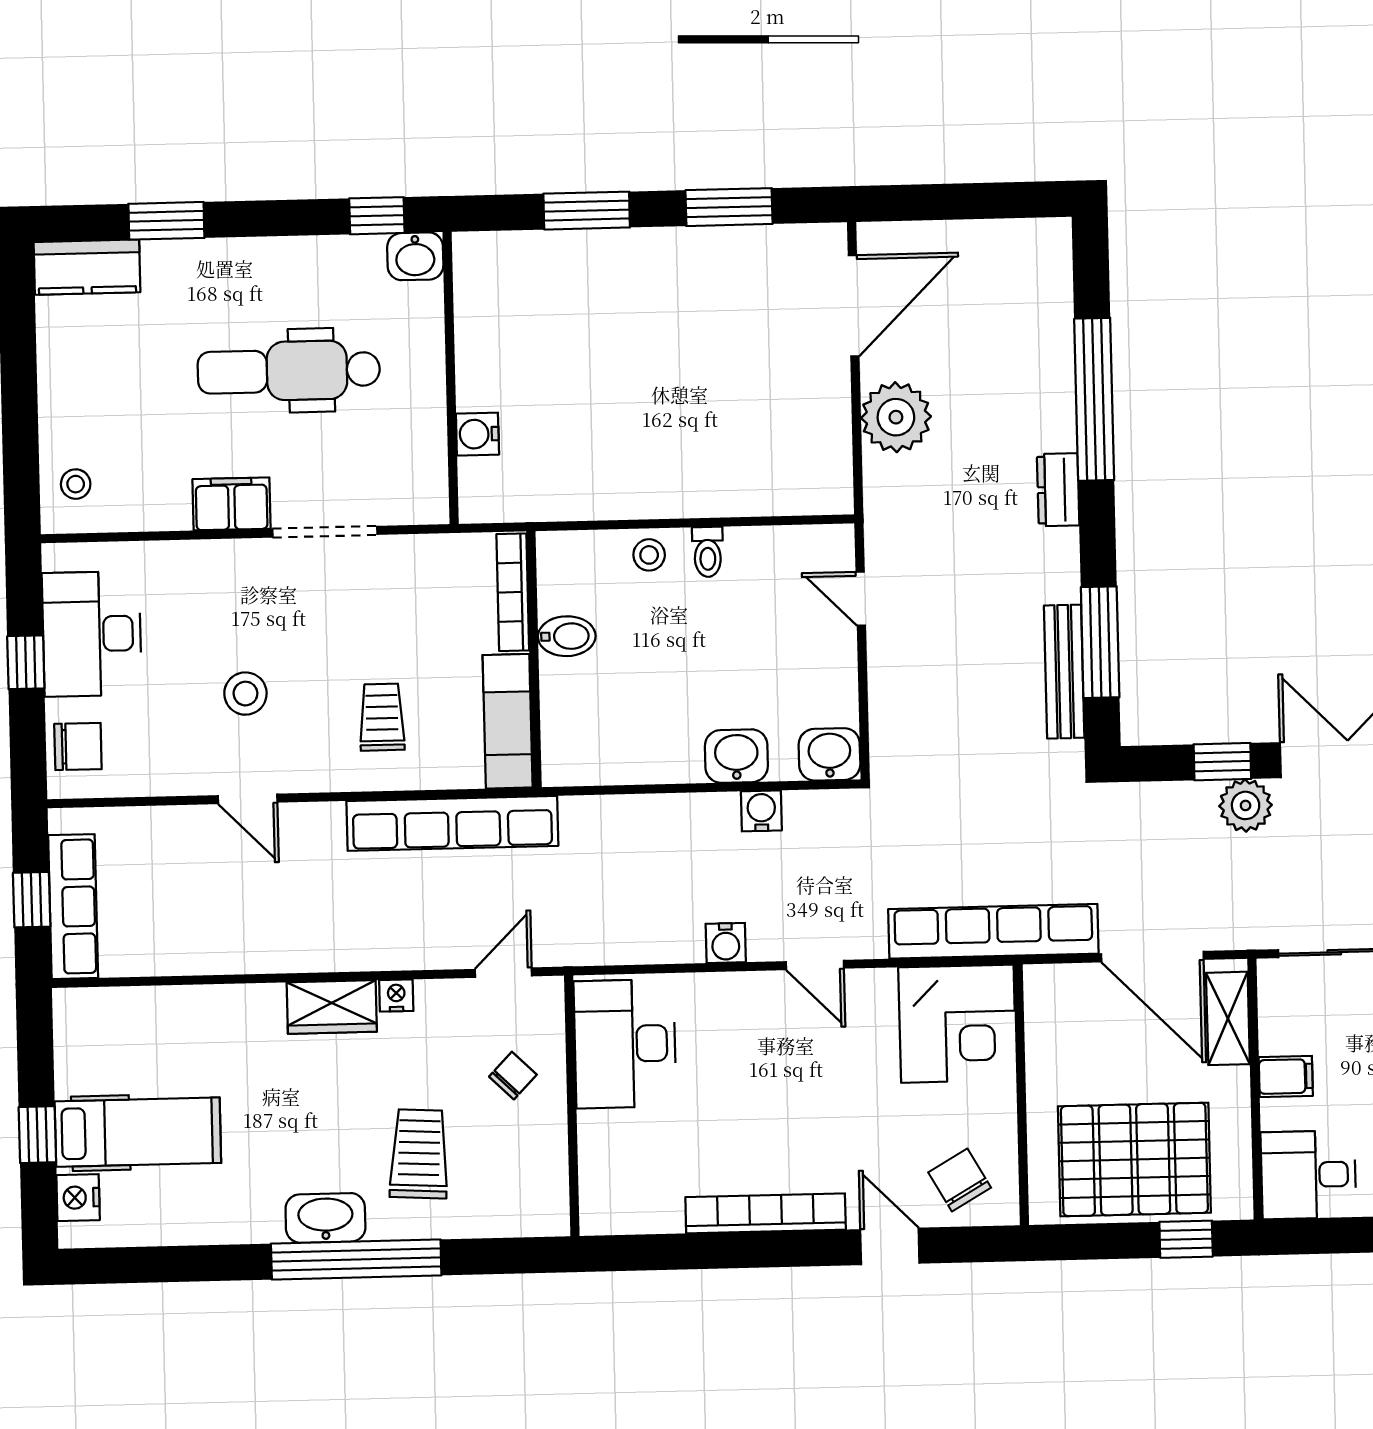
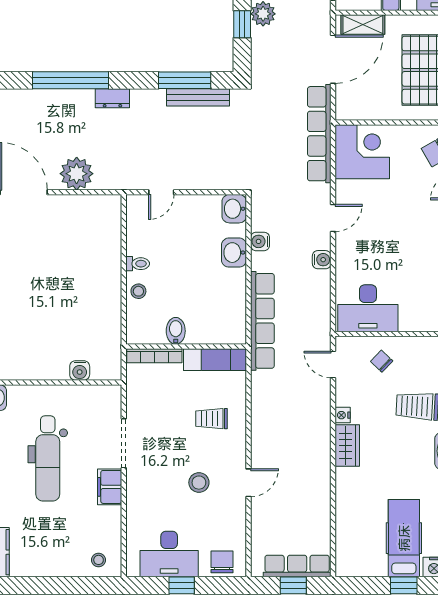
row of seats: (452, 823) -> (262, 321), moved

